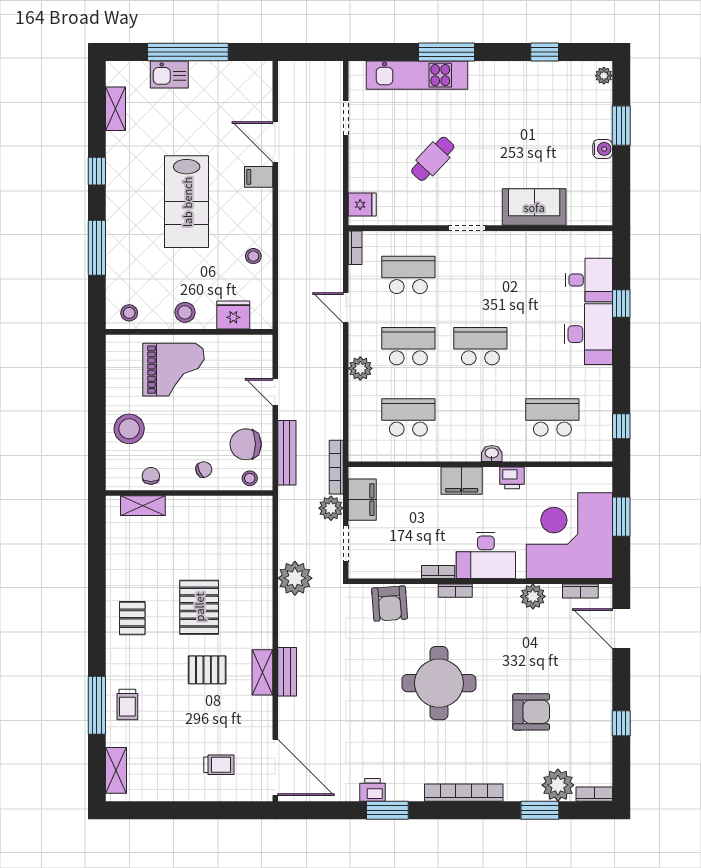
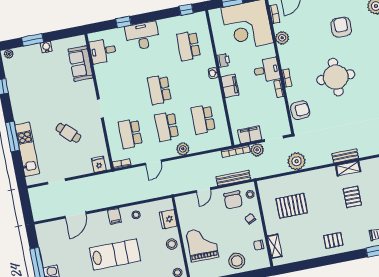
filing cabinet: (259, 177) -> (115, 216), moved
sofa: (534, 207) -> (80, 64), moved
desk: (589, 280) -> (103, 51), moved, turned -90
desk: (486, 555) -> (267, 70), width x0.73
pallet: (199, 607) -> (292, 206), moved

